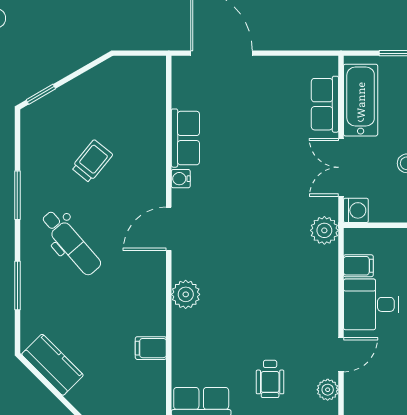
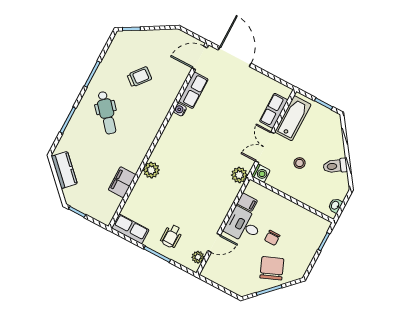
door: (169, 229) -> (200, 58), moved
filing cabinet: (151, 348) -> (122, 182), width x2.00

